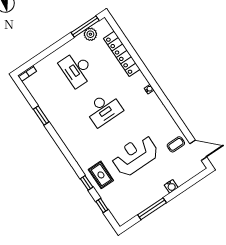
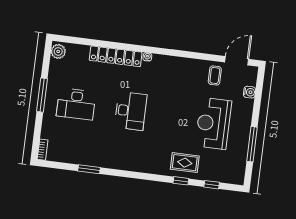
window: (85, 27) -> (42, 95), moved
plant: (90, 34) -> (58, 51), moved
locker: (122, 54) -> (116, 56), moved
reception desk: (135, 155) -> (213, 123), moved
water cooler: (171, 186) -> (250, 92), moved

